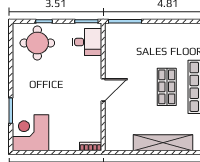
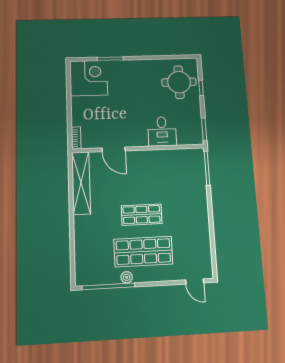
desk: (87, 42) -> (162, 131), moved
door: (103, 90) -> (114, 149), moved
shelving: (163, 143) -> (81, 183), moved

